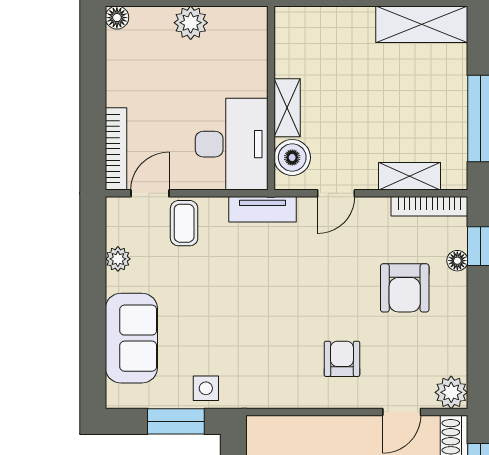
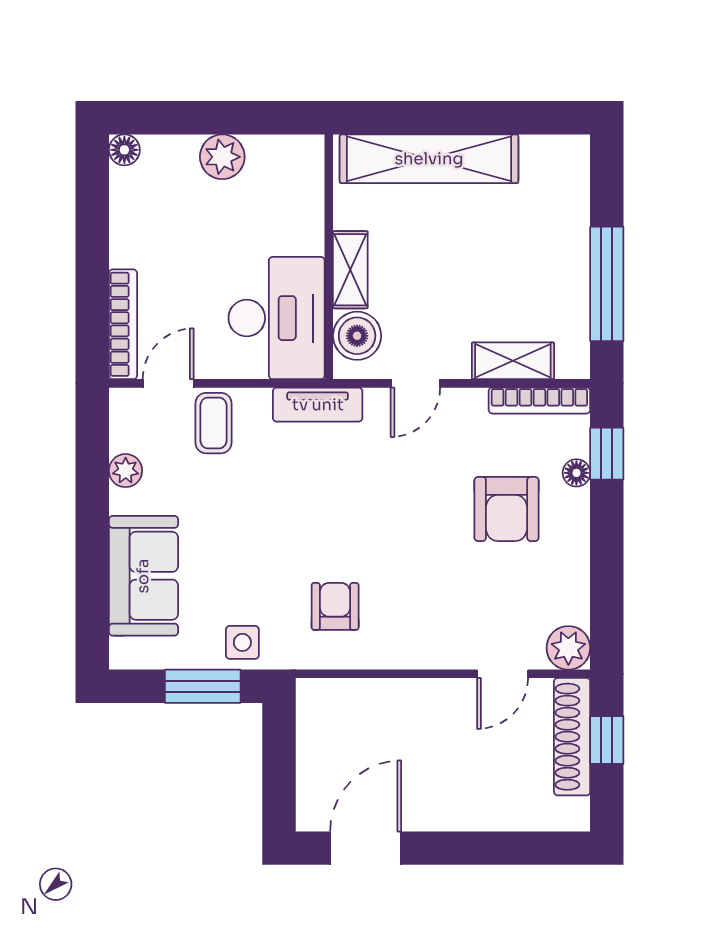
shelving: (422, 24) -> (429, 159), moved, width x1.47
armchair: (342, 359) -> (335, 606), moved

